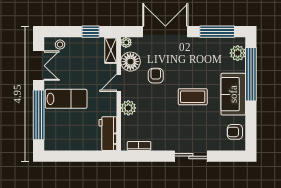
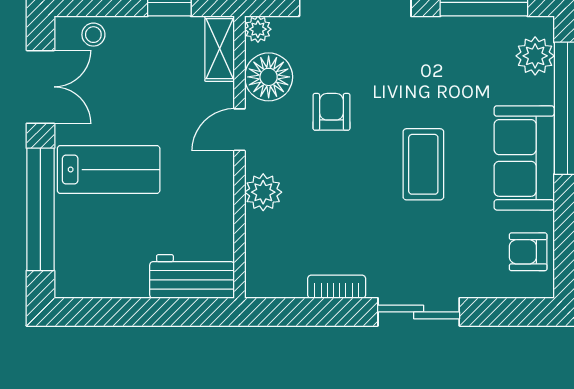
coffee table: (193, 97) -> (423, 164), turned 90
workbench: (108, 134) -> (192, 276), moved, turned 90
bookcase: (139, 146) -> (337, 287), moved

